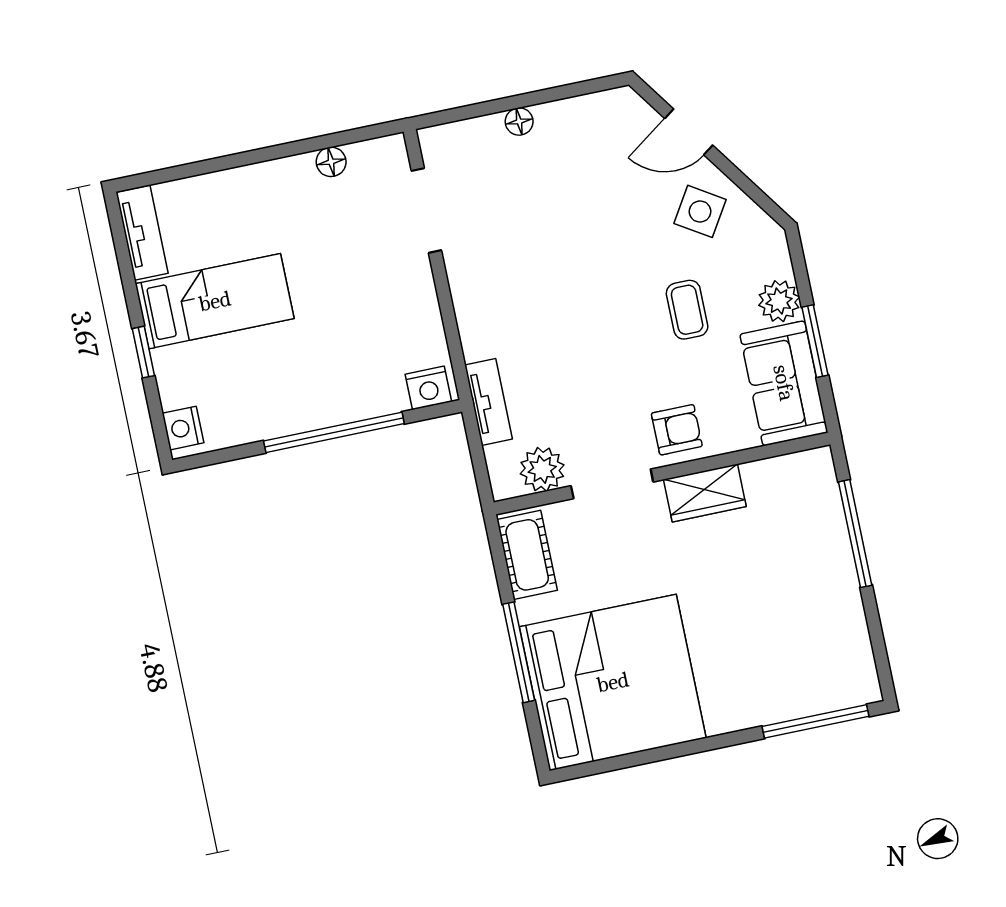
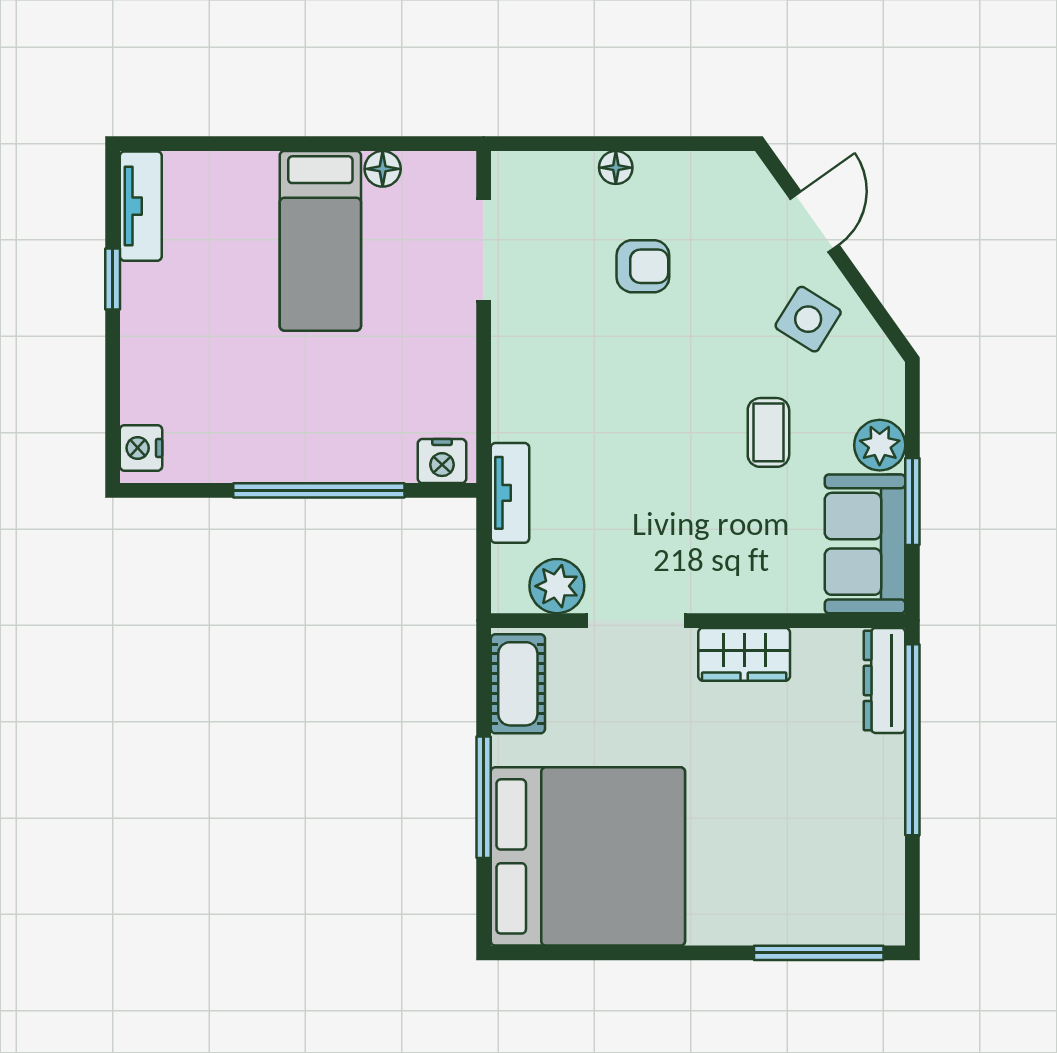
door: (689, 132) -> (814, 222), swing flipped
bed: (215, 301) -> (320, 241), moved, turned 90
window: (143, 352) -> (113, 279), moved
armchair: (677, 430) -> (643, 266), moved
dresser: (823, 490) -> (885, 680), added
window: (855, 534) -> (912, 740), width x1.46

